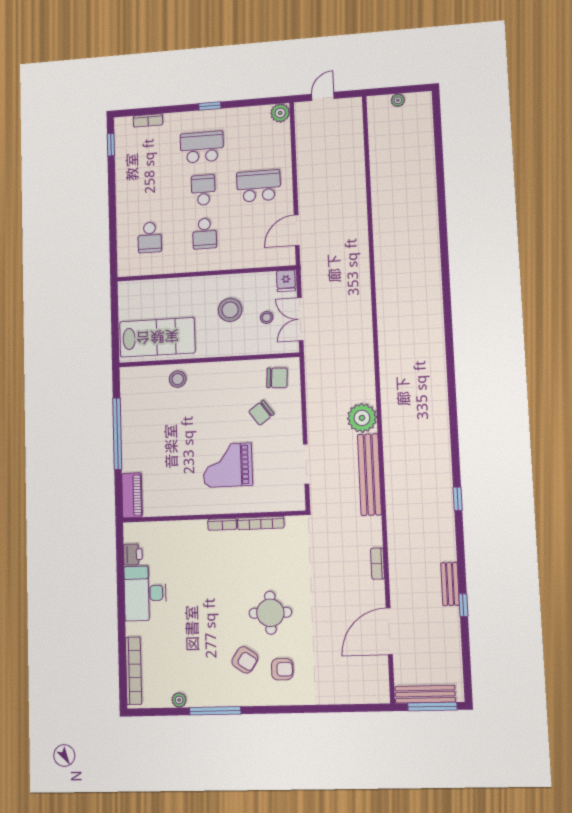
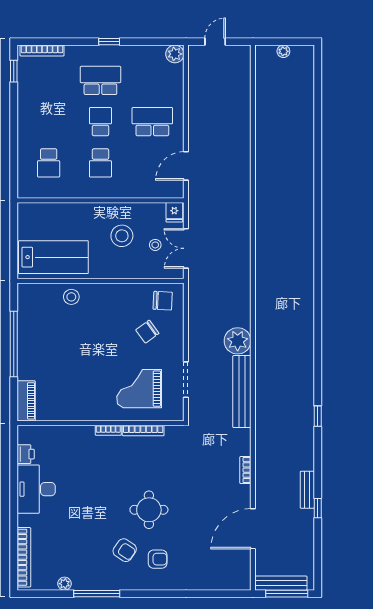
bookcase: (148, 120) -> (42, 51), width x1.56
grand piano: (228, 465) -> (139, 389), moved

